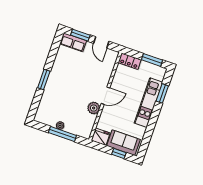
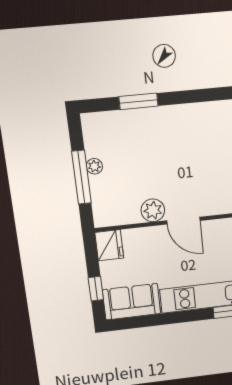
window: (44, 79) -> (138, 101), moved
sofa: (123, 143) -> (132, 302), moved, turned -90

